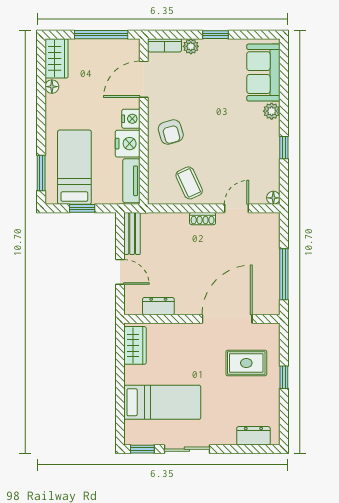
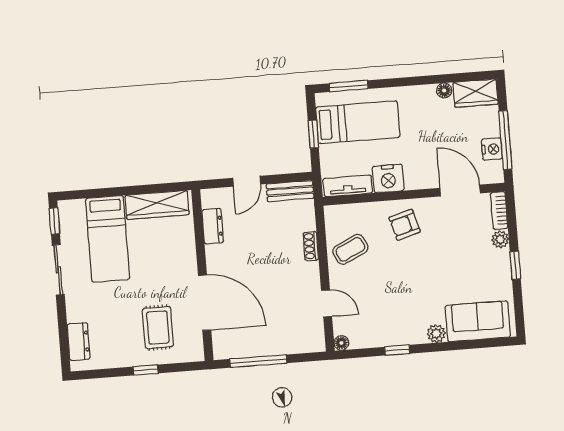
nightstand: (131, 119) -> (492, 149), moved, turned -90
shoe rack: (203, 219) -> (311, 246), moved
wardrobe: (135, 345) -> (157, 205), width x1.50

